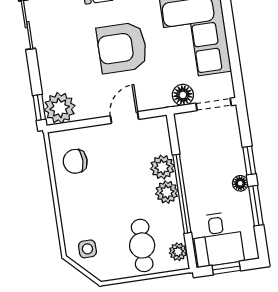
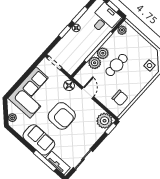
floor lamp: (183, 95) -> (69, 85), moved
door: (125, 118) -> (88, 93), swing flipped
cafe table: (142, 245) -> (117, 65), moved

